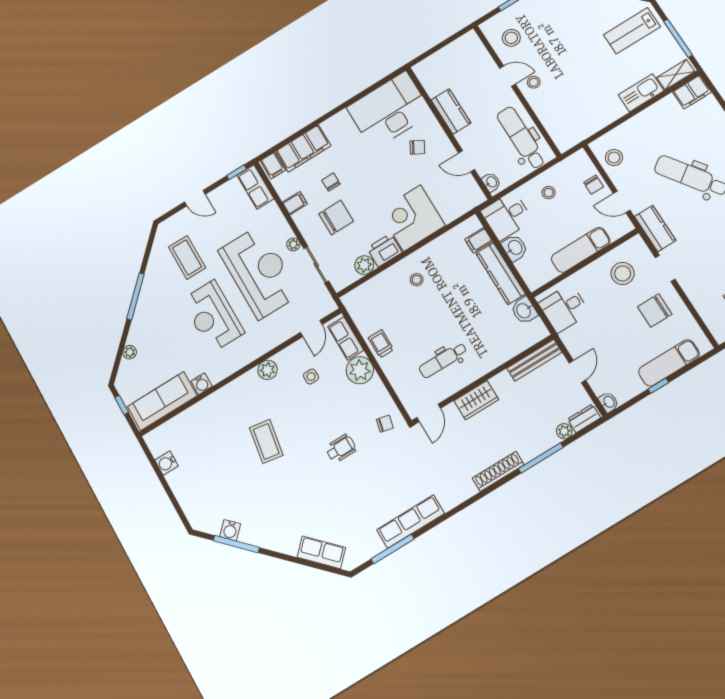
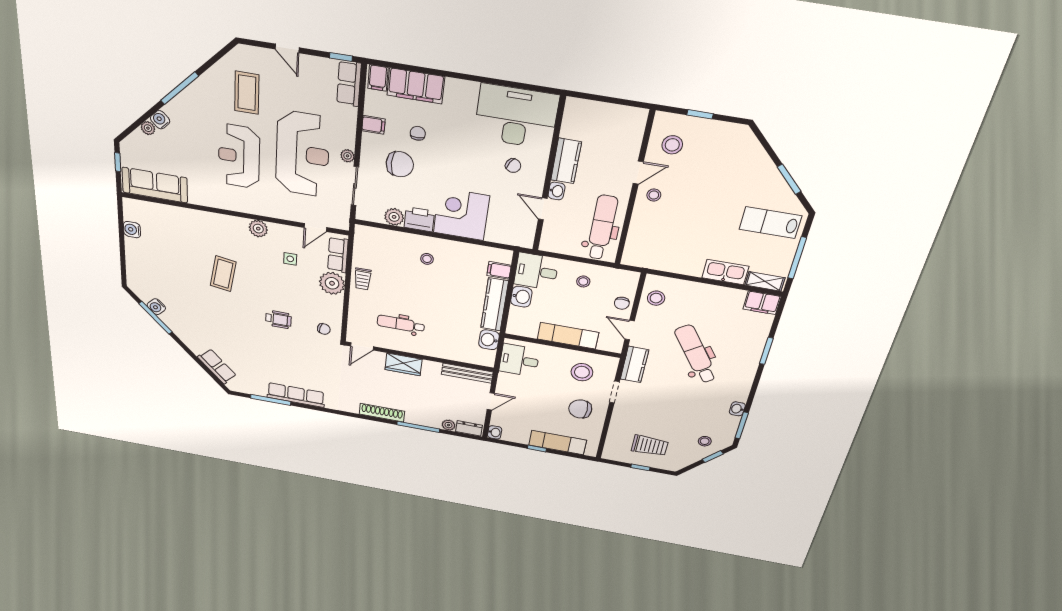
door: (508, 76) -> (638, 173), hinge flipped
washbasin: (491, 182) -> (557, 191), moved
trolley: (381, 344) -> (363, 279), turned 180
water cooler: (202, 384) -> (160, 120), moved, turned 135

